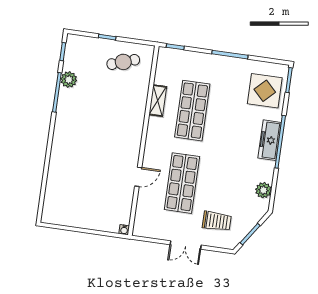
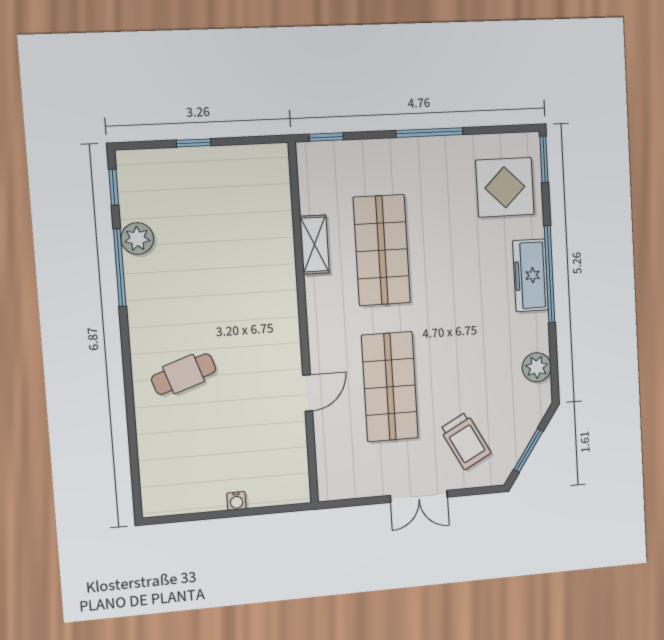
cafe table: (123, 62) -> (184, 374), moved
trolley: (217, 221) -> (465, 441), turned 62
water cooler: (124, 230) -> (236, 501), moved

